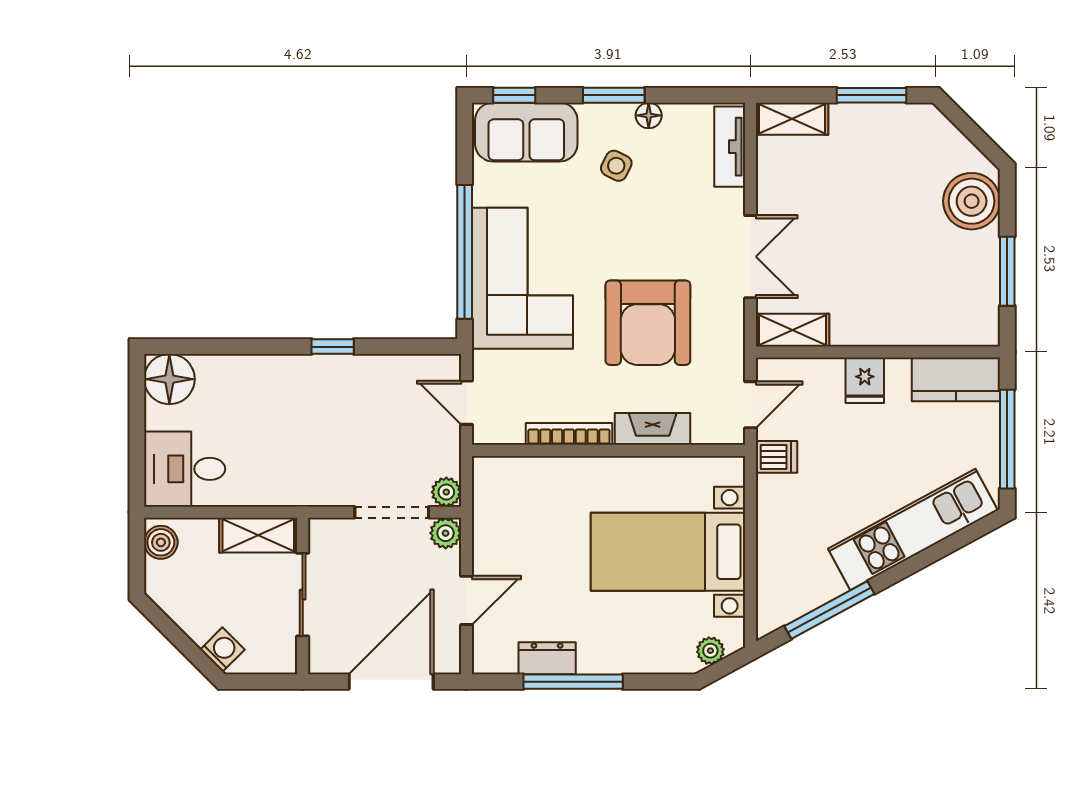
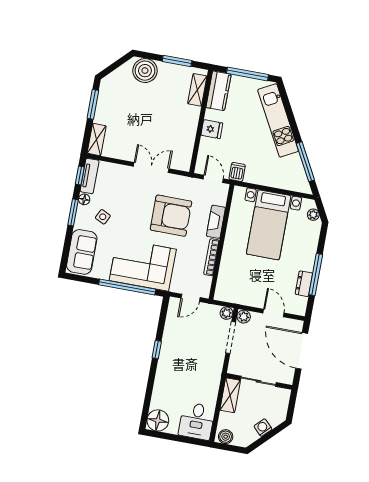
window: (514, 95) -> (80, 176), moved
tv unit: (730, 147) -> (90, 176), moved, turned -90
shelving: (793, 330) -> (197, 90), moved
washing machine: (222, 650) -> (263, 428), moved

